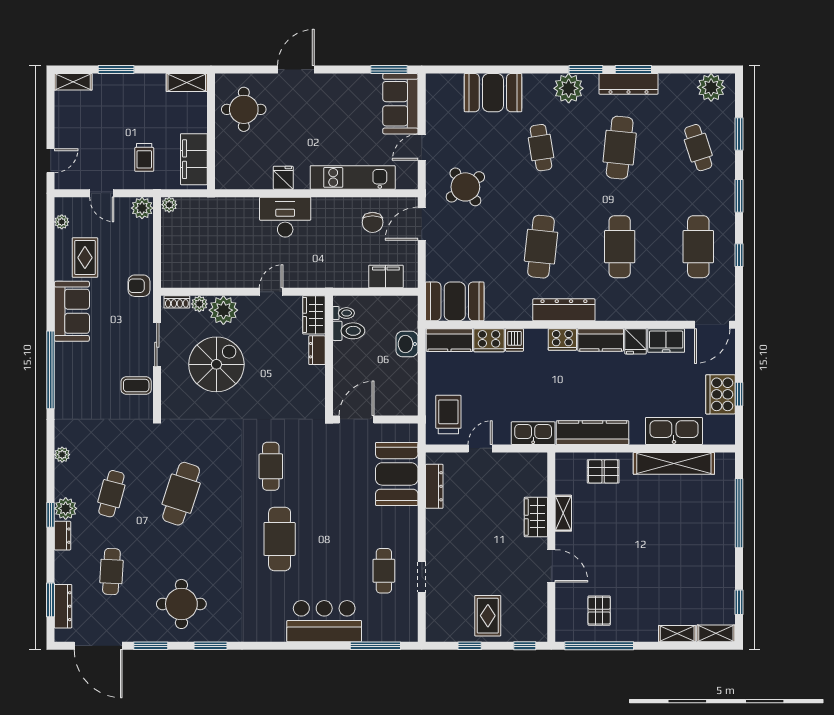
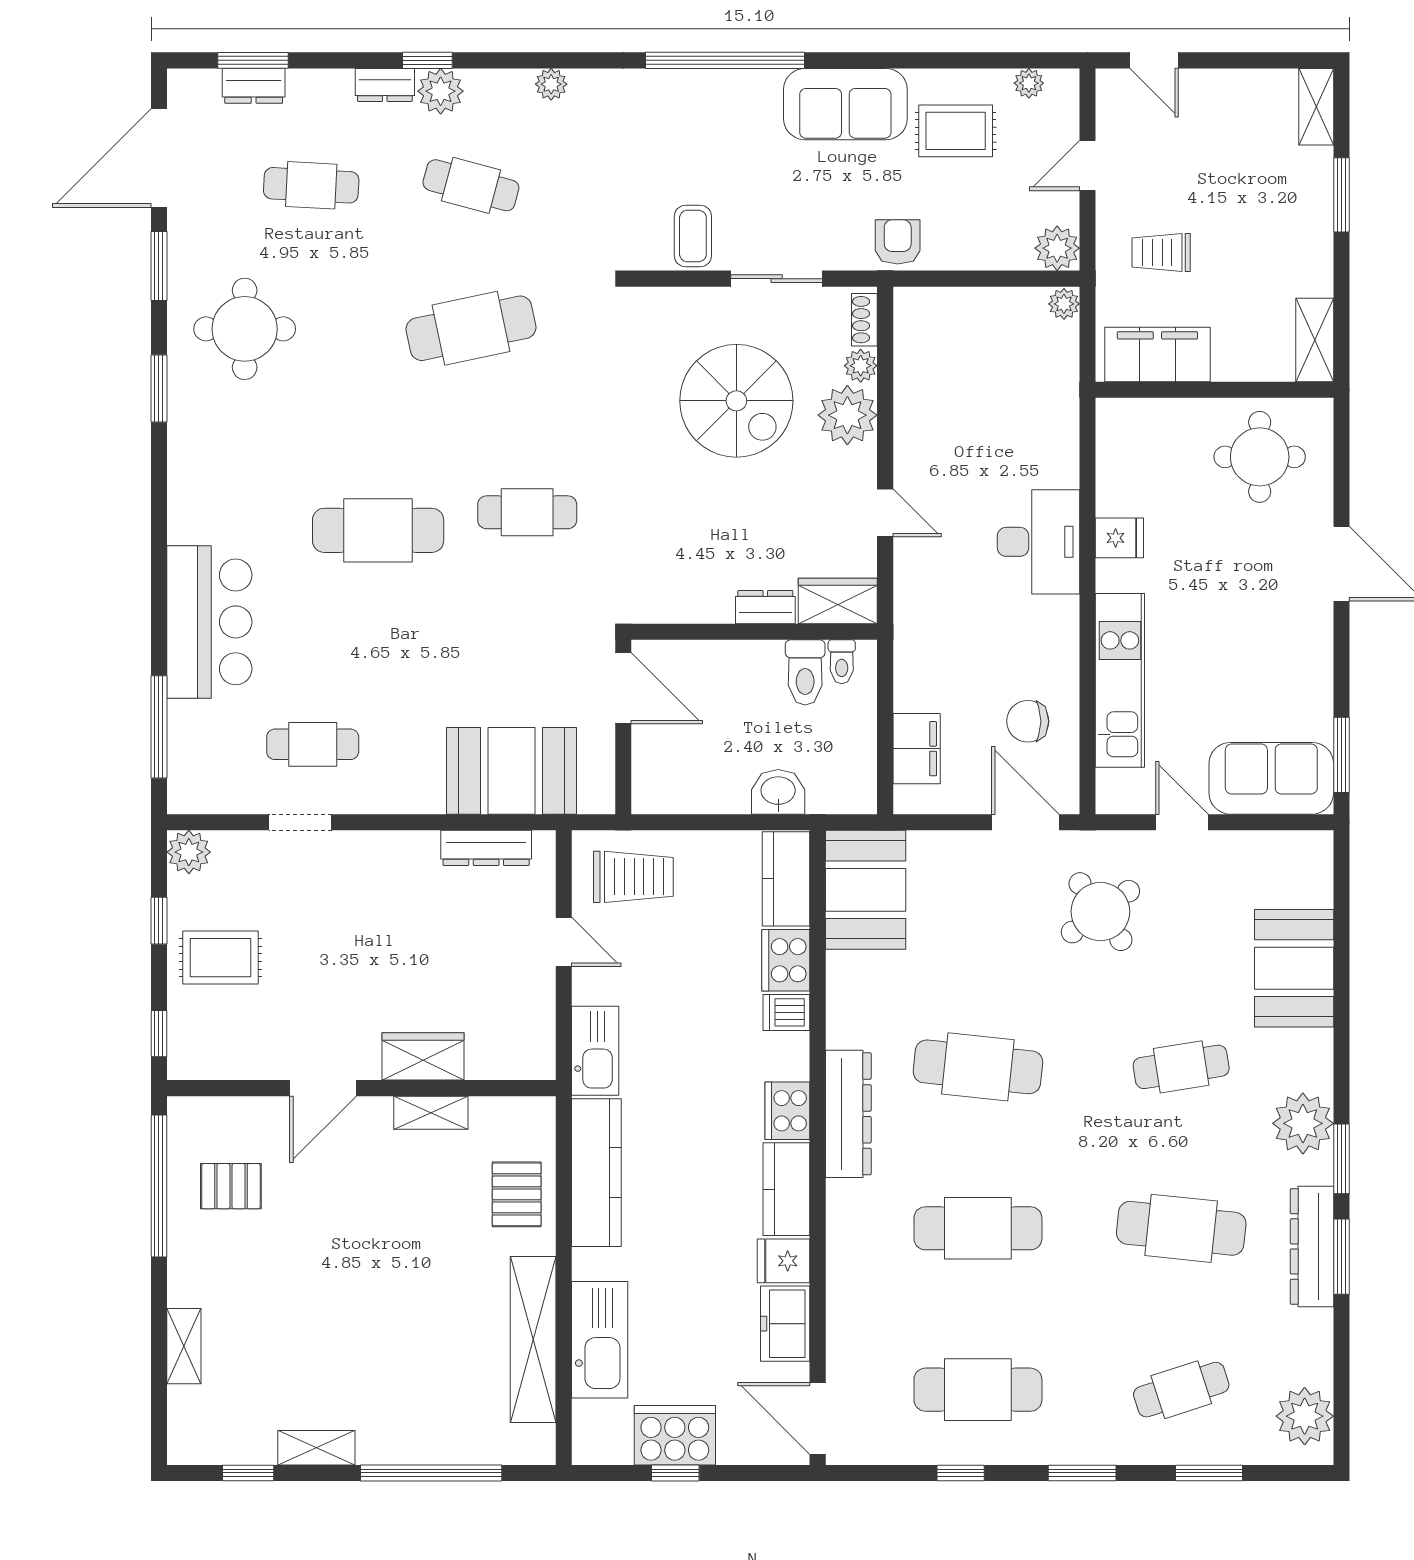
cafe table: (181, 494) -> (471, 328), turned -30
dresser: (63, 606) -> (254, 86), width x0.70
plant: (436, 631) -> (189, 852), added
shelving: (716, 633) -> (316, 1448), moved, turned 90

